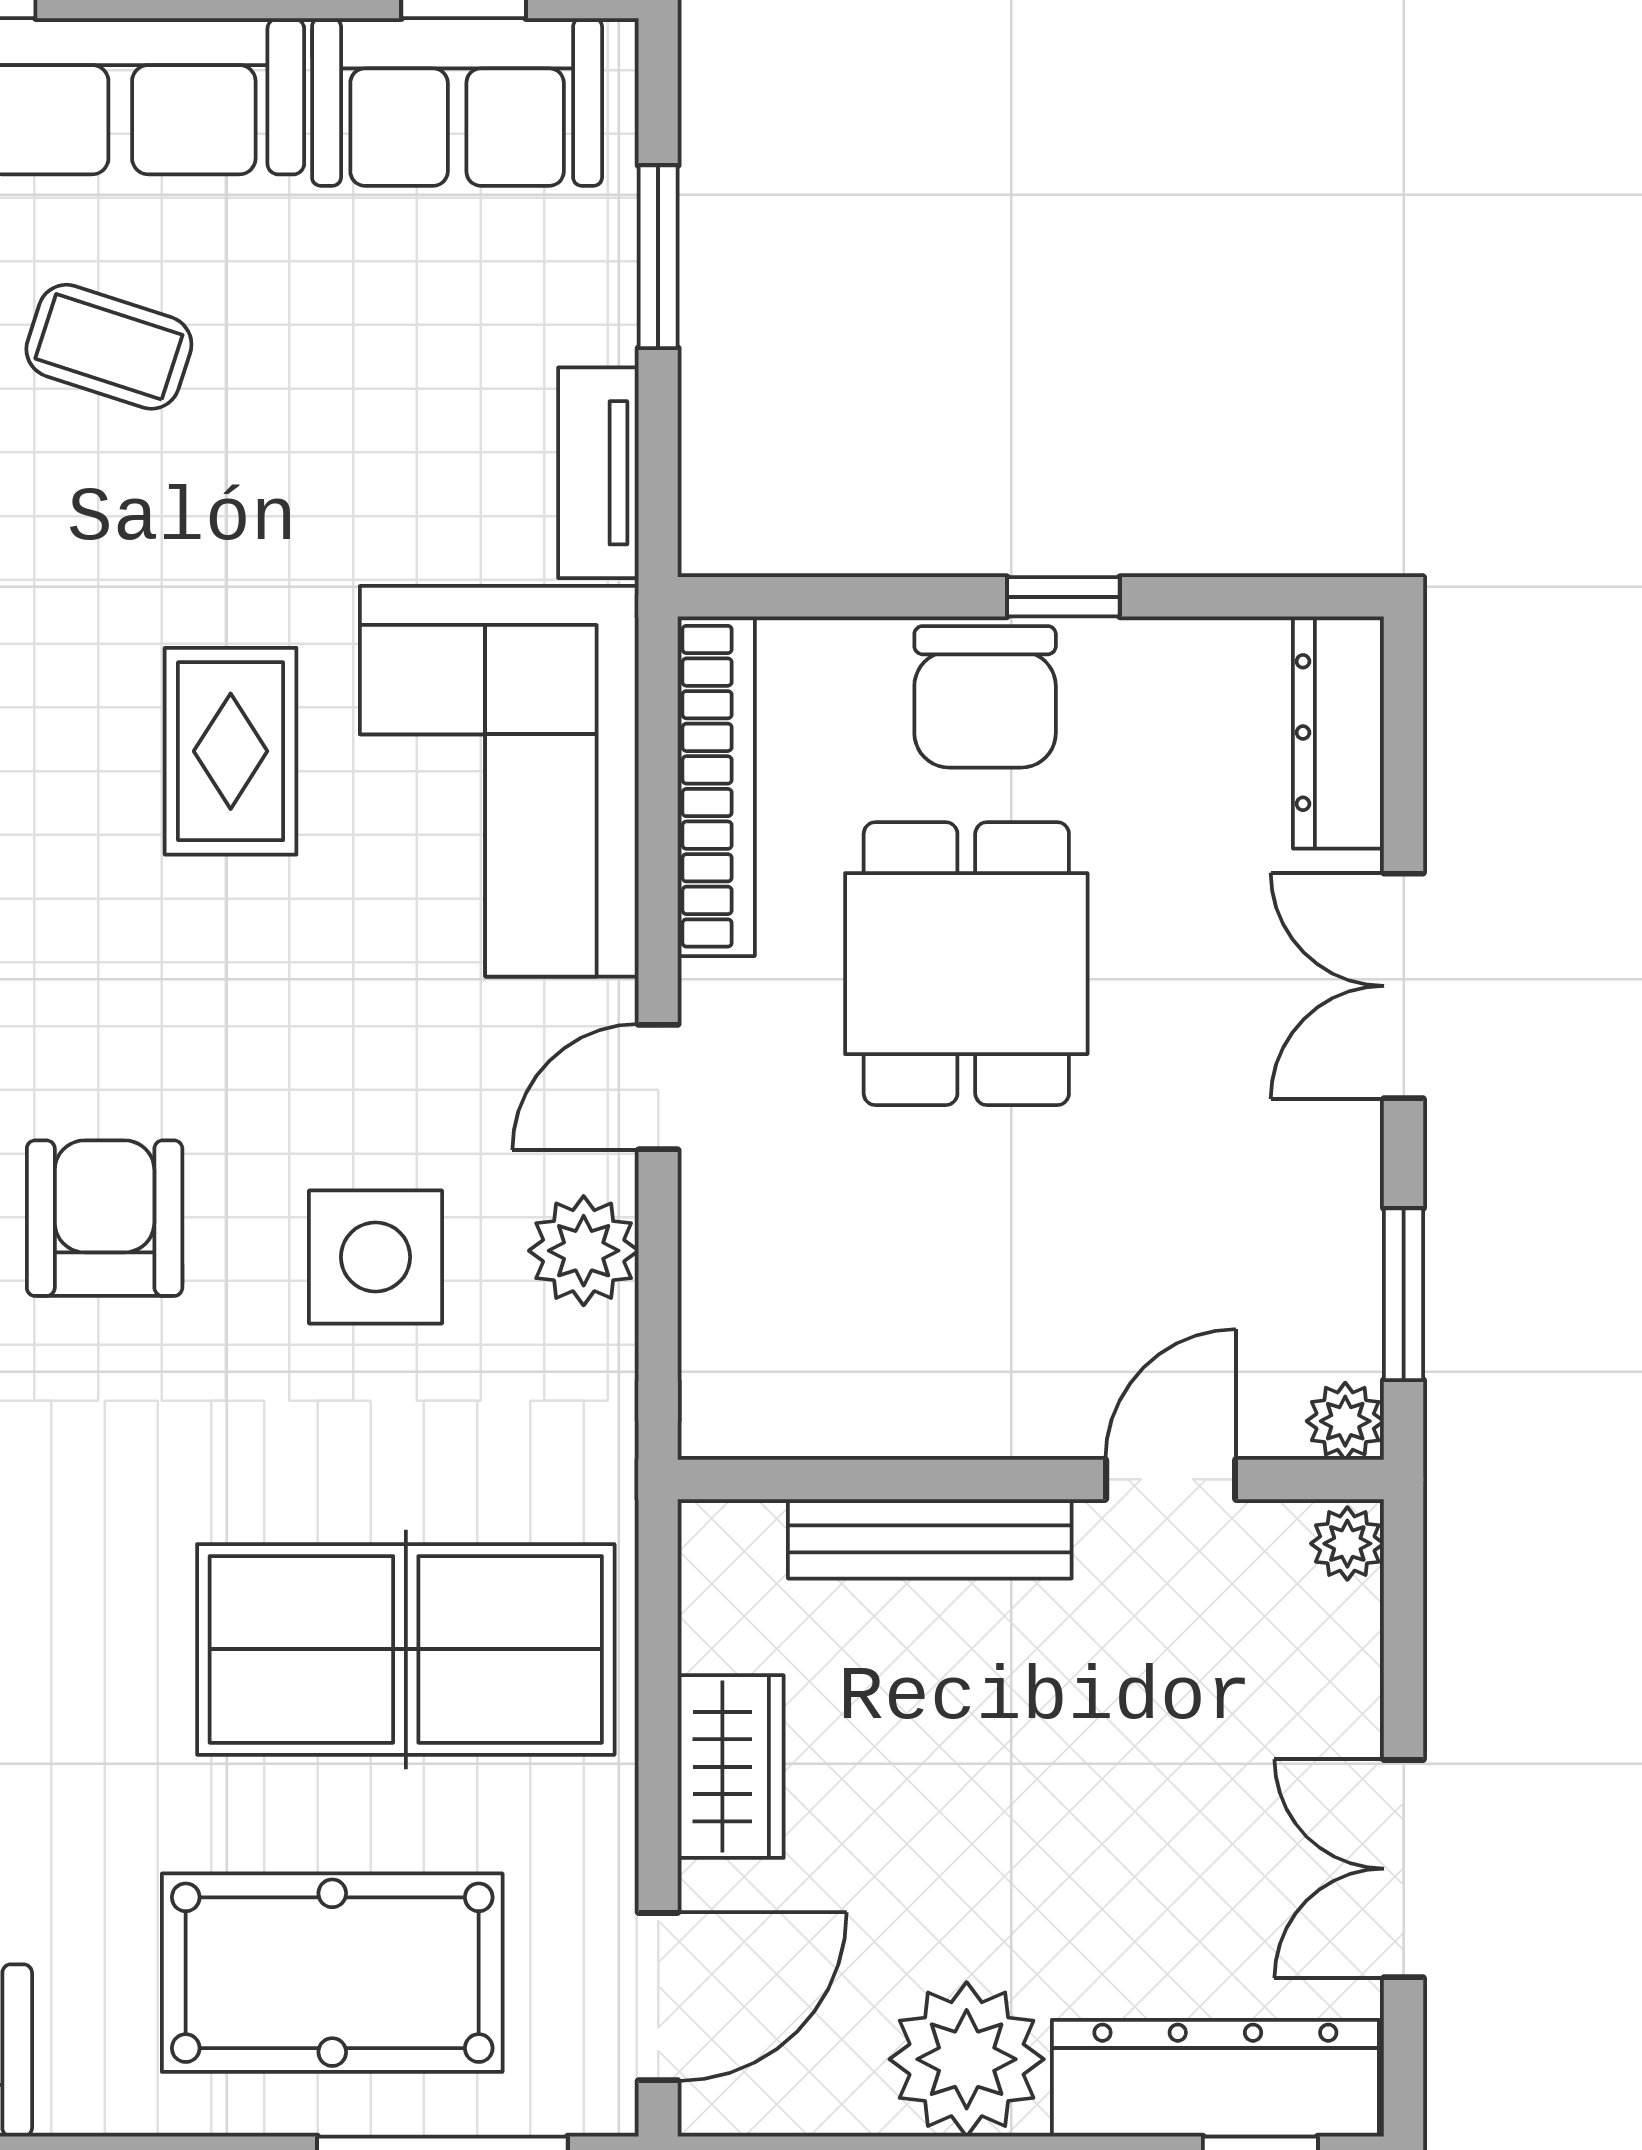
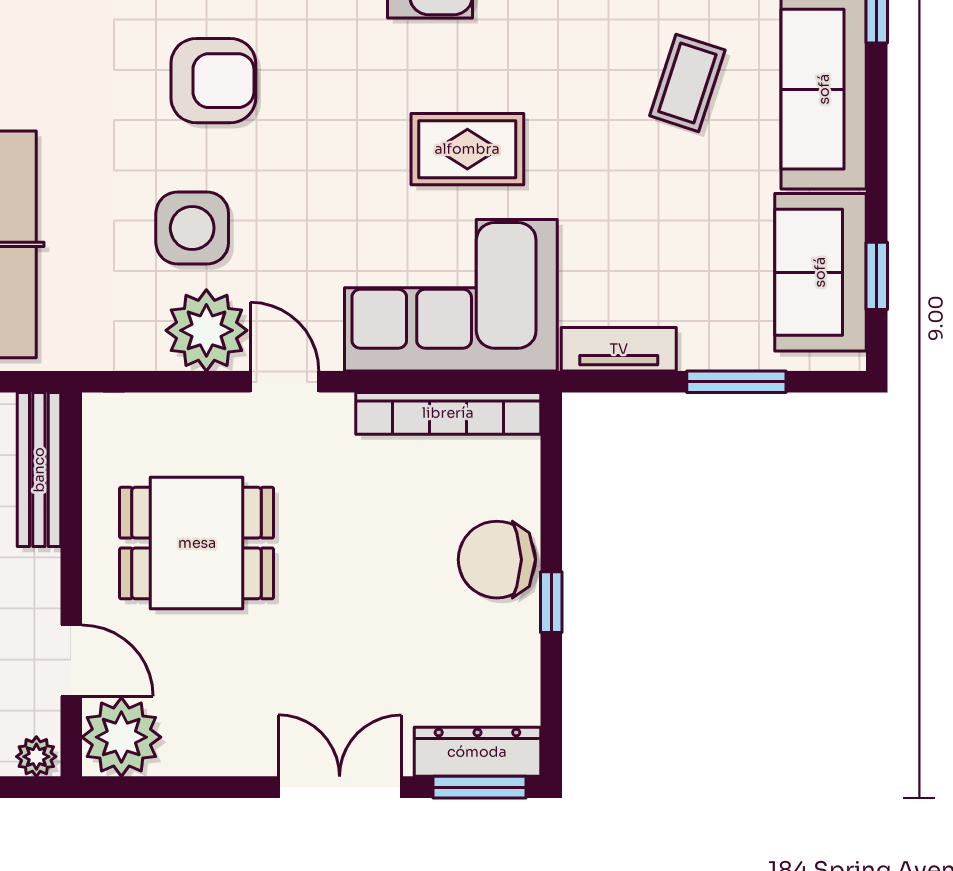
dining table: (966, 964) -> (197, 543), moved
plant: (584, 1251) -> (206, 330), width x1.36, depth x1.36
window: (1404, 1294) -> (479, 787), moved
plant: (1345, 1421) -> (121, 737), width x1.88, depth x1.88
bench: (930, 1539) -> (39, 470), moved

